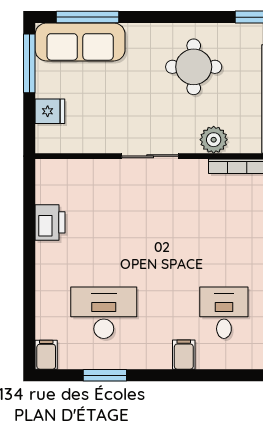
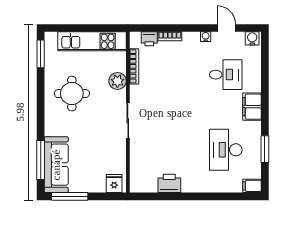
fridge: (50, 111) -> (114, 184), moved
desk: (224, 313) -> (226, 75), turned 180
filing cabinet: (184, 355) -> (252, 107), width x2.00

